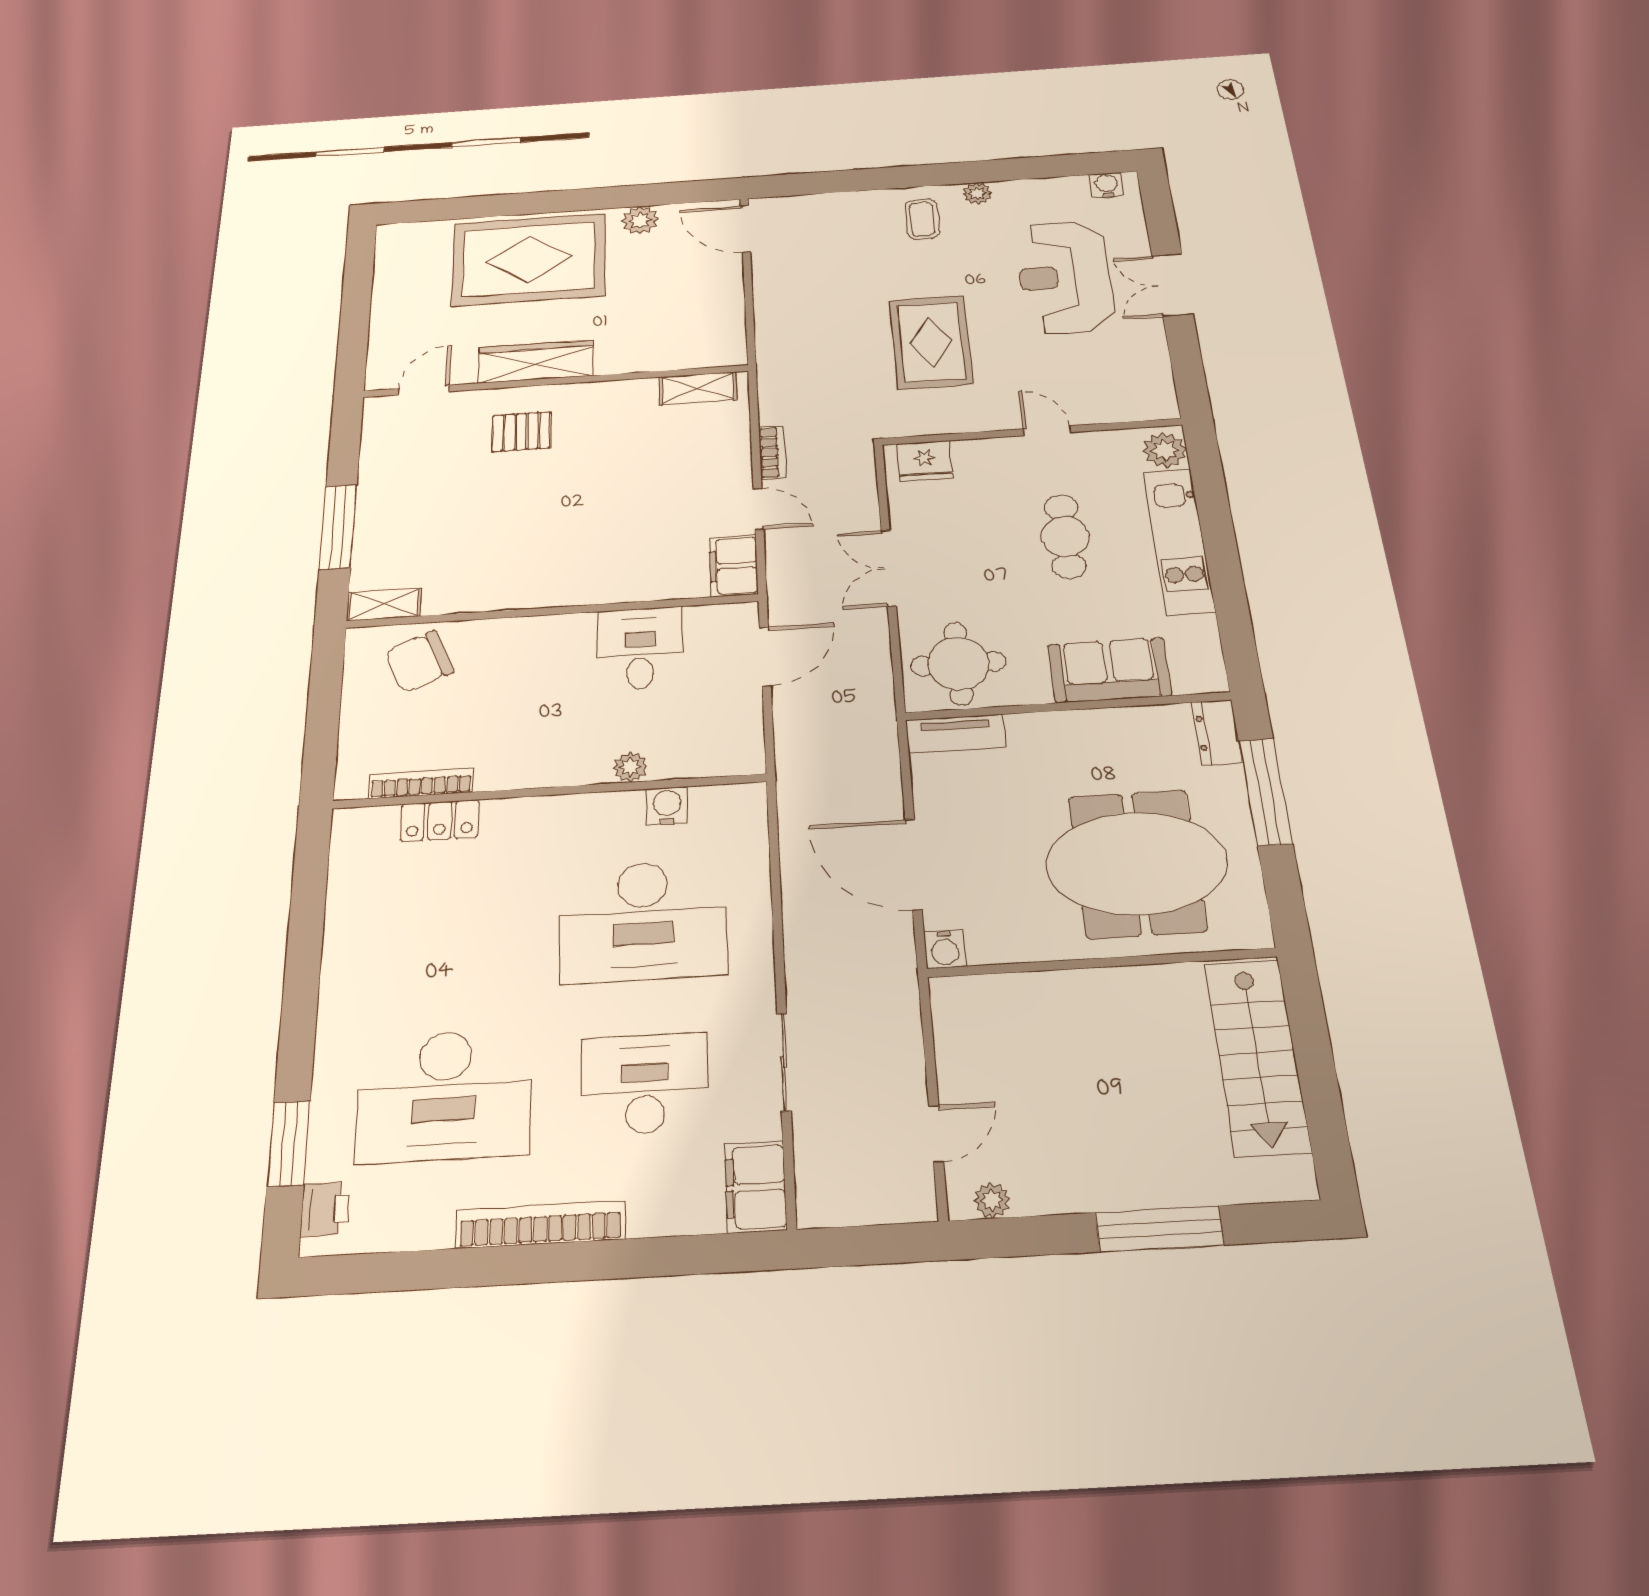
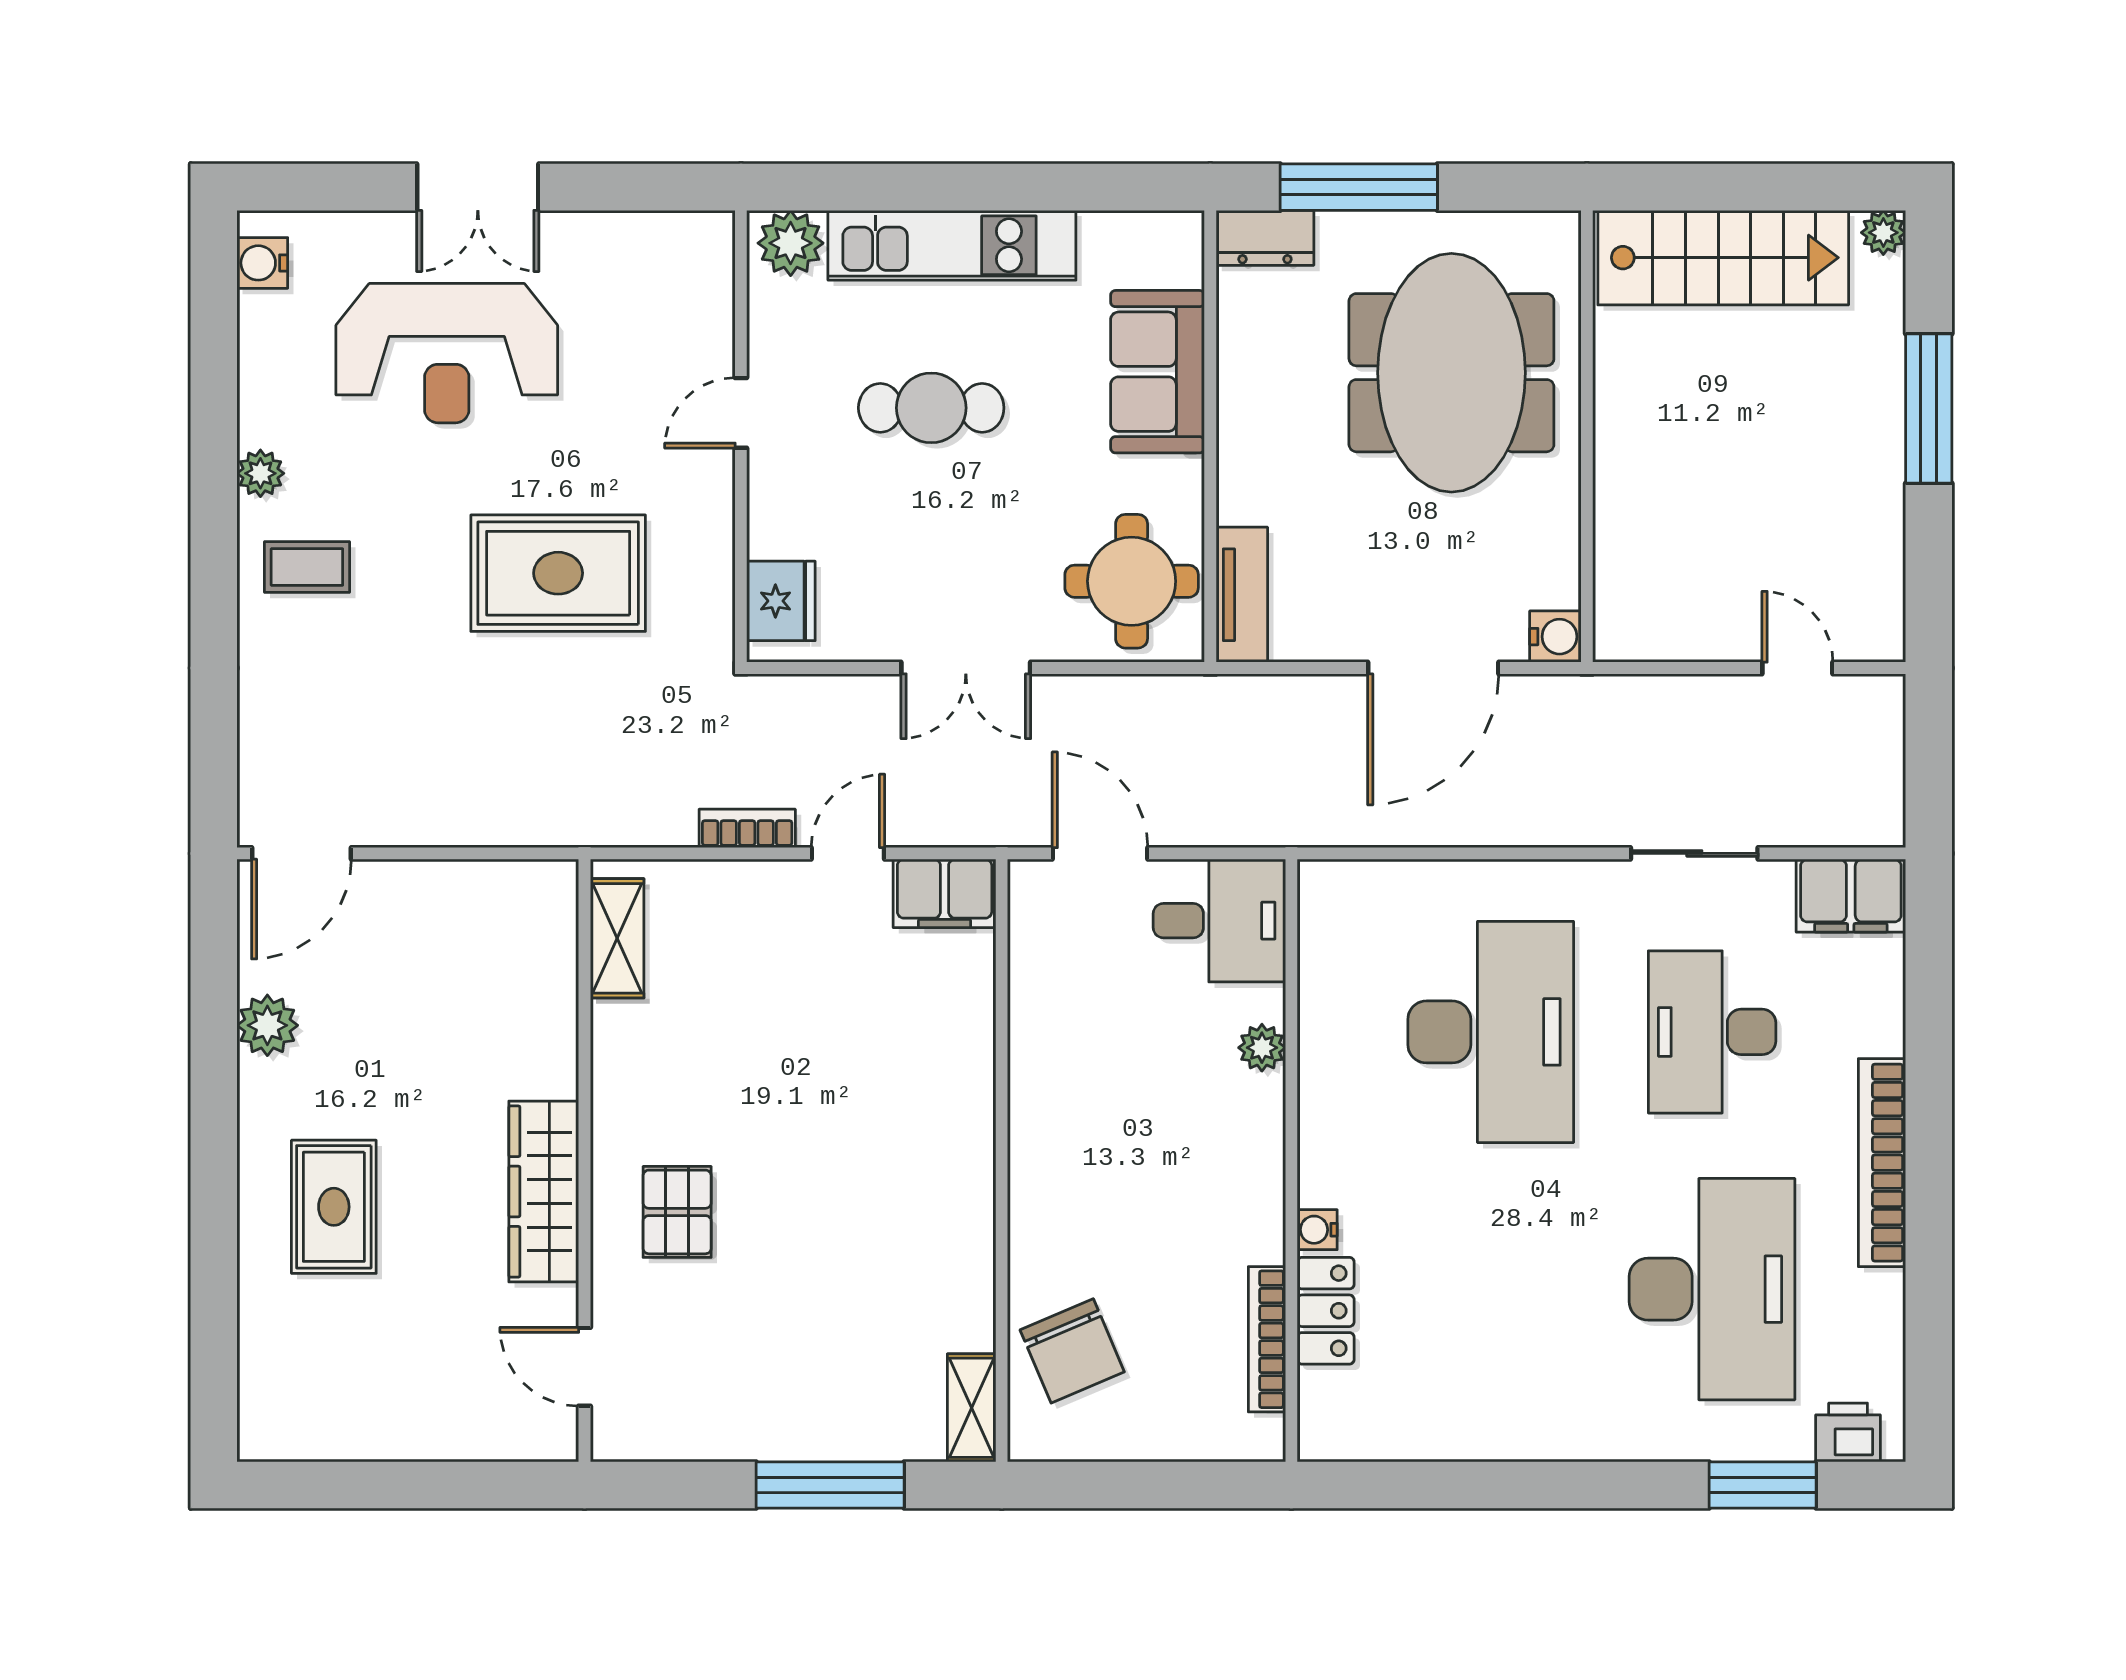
rug: (529, 259) -> (334, 1207), width x0.54, depth x0.49
desk: (640, 648) -> (1219, 921), moved, turned 180
water cooler: (667, 806) -> (1317, 1230), moved, width x0.72, depth x0.72
plant: (992, 1200) -> (1883, 233), moved

